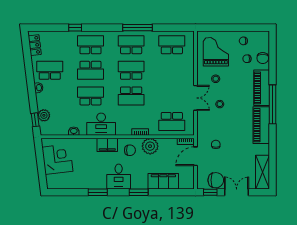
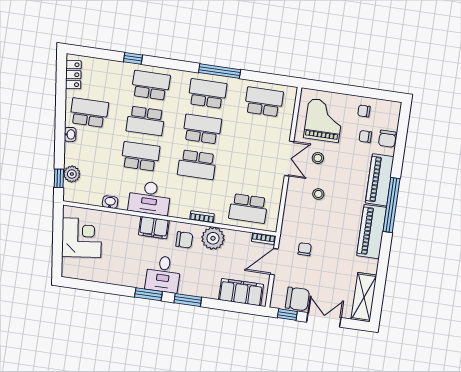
double door: (195, 98) -> (289, 158), moved
filing cabinet: (163, 181) -> (241, 292), moved
window: (98, 192) -> (148, 294), moved

